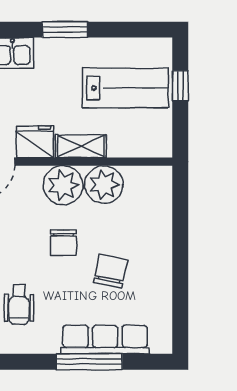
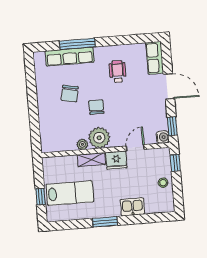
lab bench: (125, 88) -> (70, 193), turned 180
plant: (104, 185) -> (82, 144), width x0.53, depth x0.53

